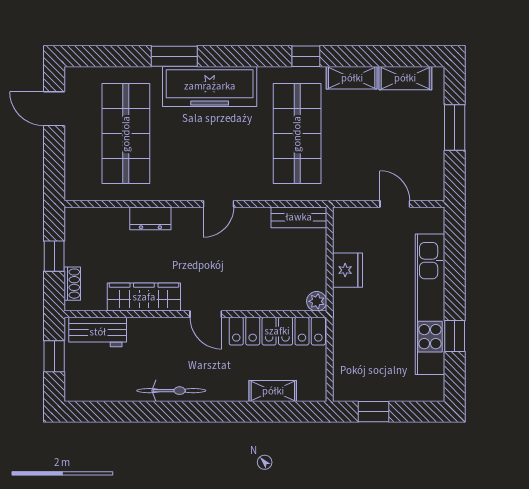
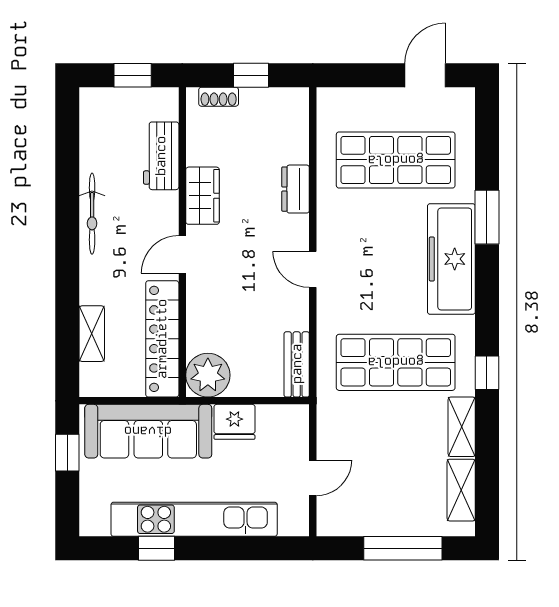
window: (455, 127) -> (403, 548), width x1.44
wardrobe: (144, 297) -> (203, 196), width x0.67
plant: (317, 301) -> (208, 375), width x1.88, depth x1.88
workbench: (98, 332) -> (161, 156), moved
sofa: (355, 343) -> (148, 431), added

